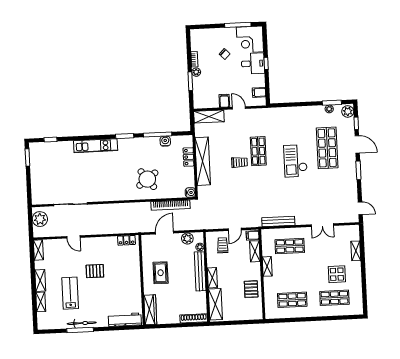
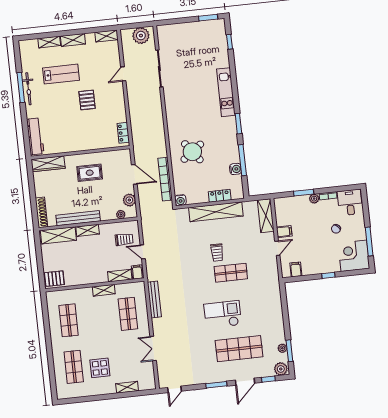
desk: (253, 64) -> (350, 202), moved, turned 180
bench: (200, 271) -> (78, 218), moved
pallet: (251, 289) -> (54, 279), moved

